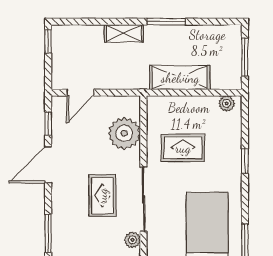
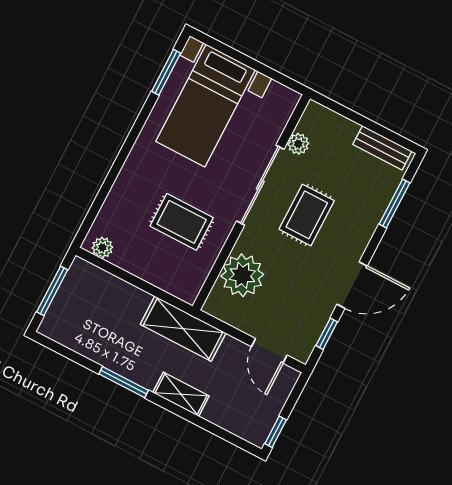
shelving: (180, 78) -> (183, 329), moved
door: (80, 93) -> (269, 351), swing flipped
window: (245, 161) -> (116, 168), removed

